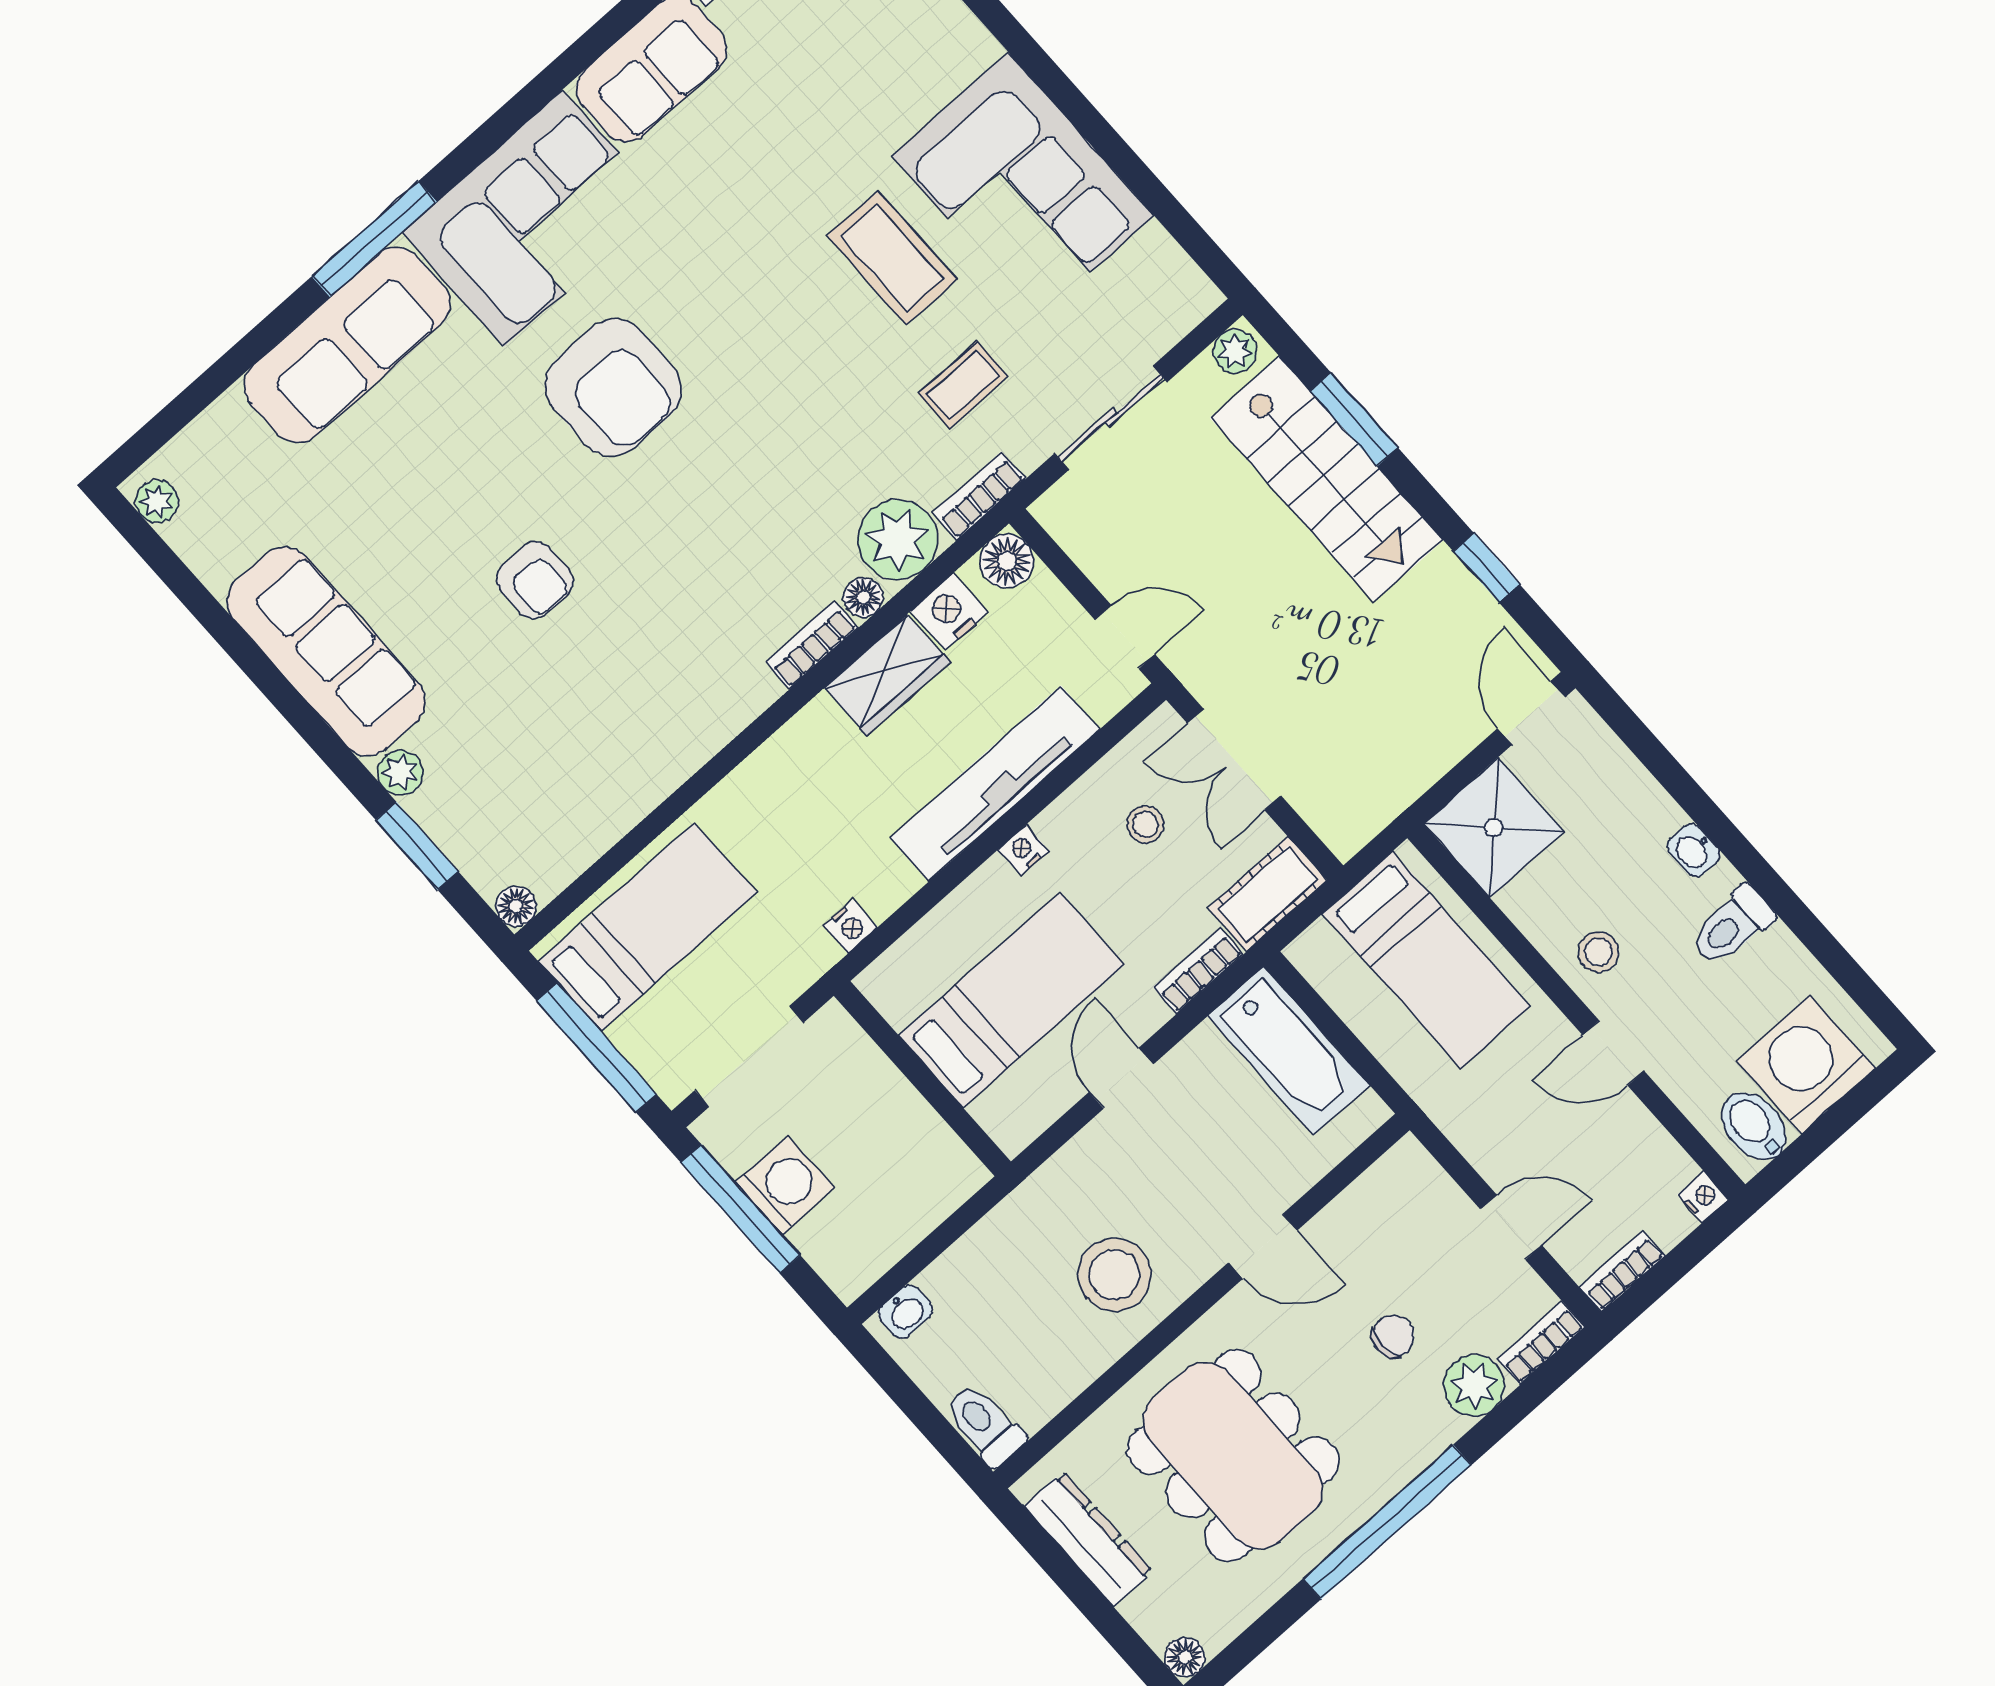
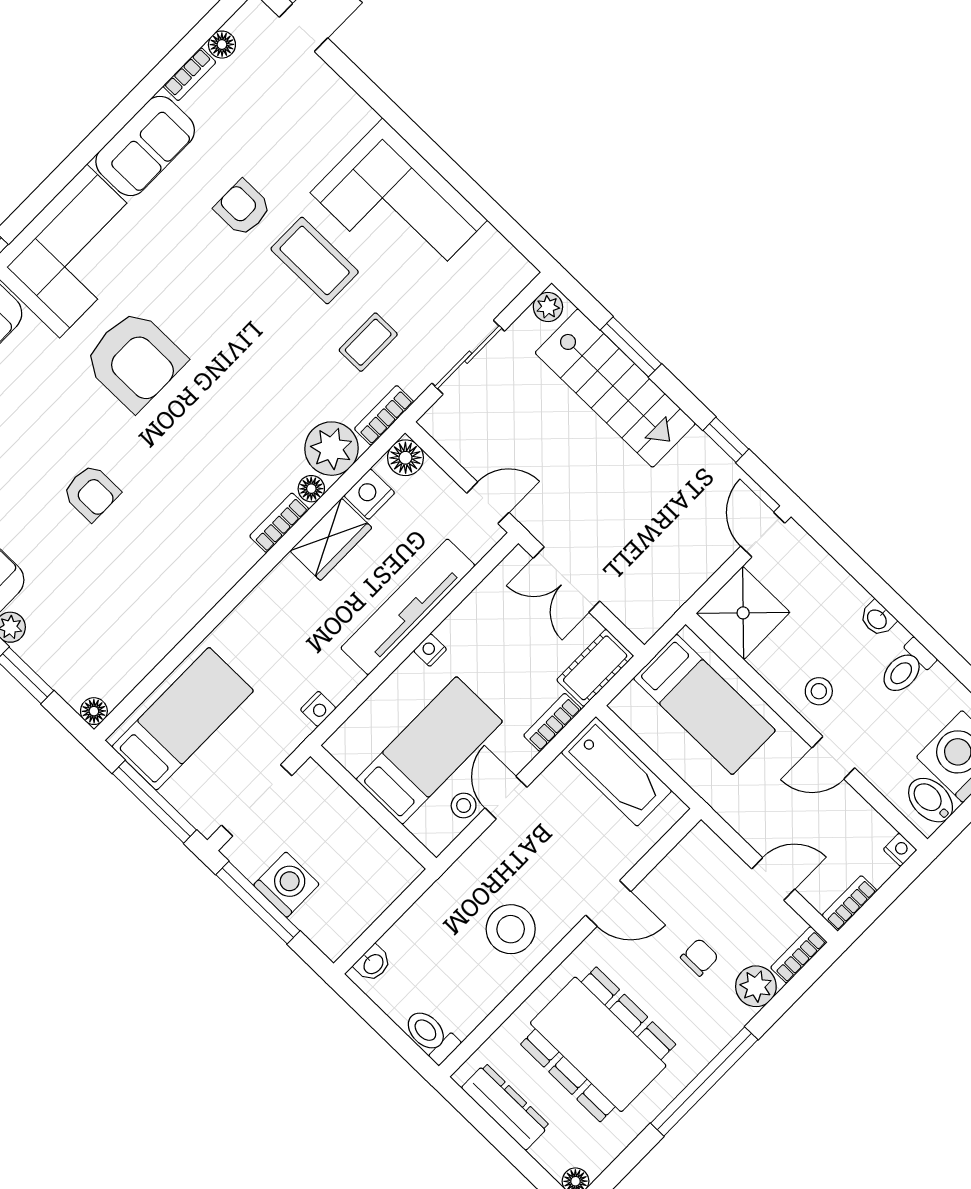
armchair: (790, 172) -> (243, 208), added
stool: (1145, 824) -> (464, 806), moved

